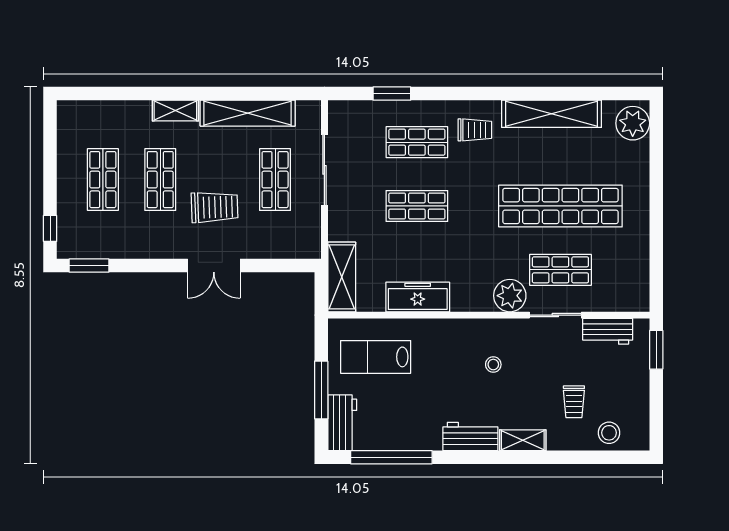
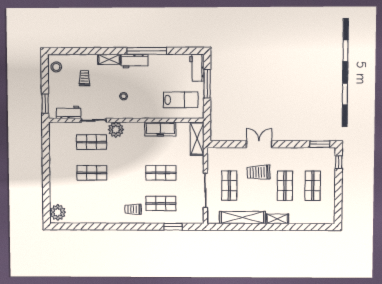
shelving: (552, 114) -> (96, 217), removed
shop shelf: (560, 206) -> (92, 173), width x0.50, depth x0.74
stool: (609, 433) -> (56, 67), moved
window: (391, 457) -> (147, 51), moved

